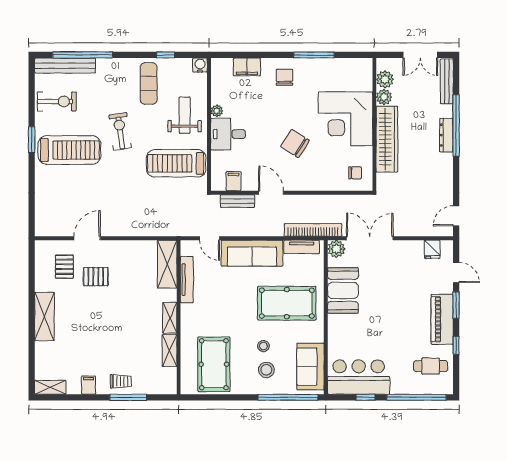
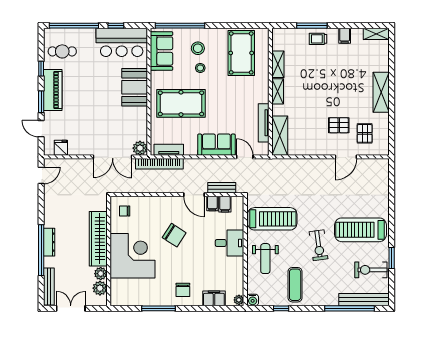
plant: (217, 111) -> (239, 300), moved
window: (32, 140) -> (392, 258), moved
filing cabinet: (249, 182) -> (212, 203), added
sofa: (252, 253) -> (216, 145), width x0.73
booth: (343, 290) -> (135, 87), moved

